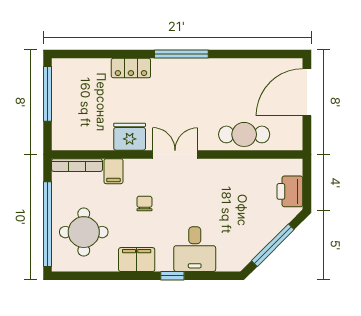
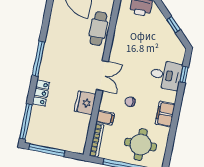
window: (84, 54) -> (26, 121), added
double door: (175, 154) -> (102, 76), swing flipped
window: (273, 245) -> (173, 24), width x0.46
window: (172, 276) -> (184, 74), moved

